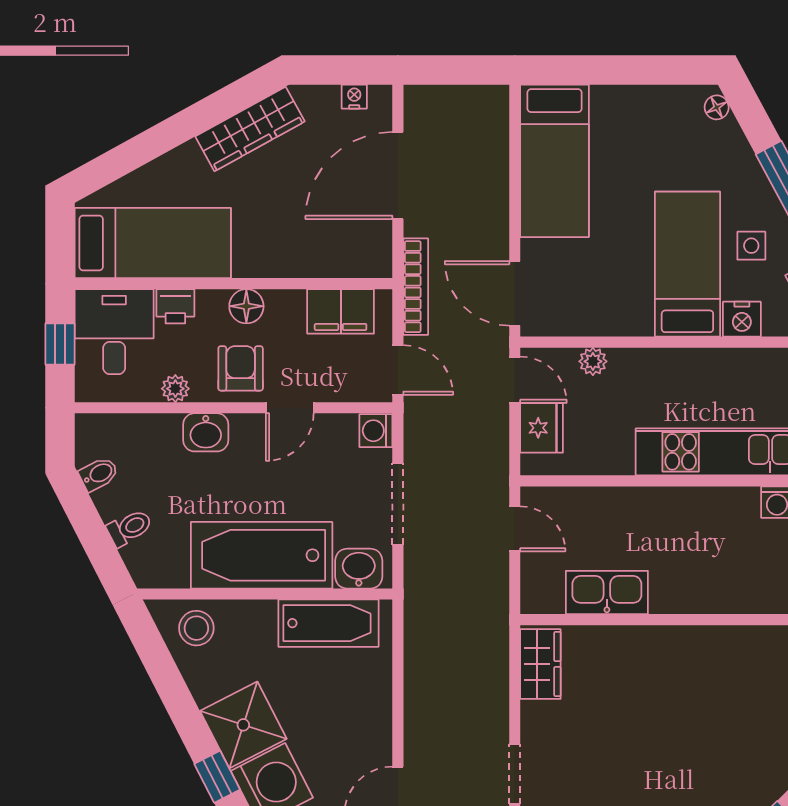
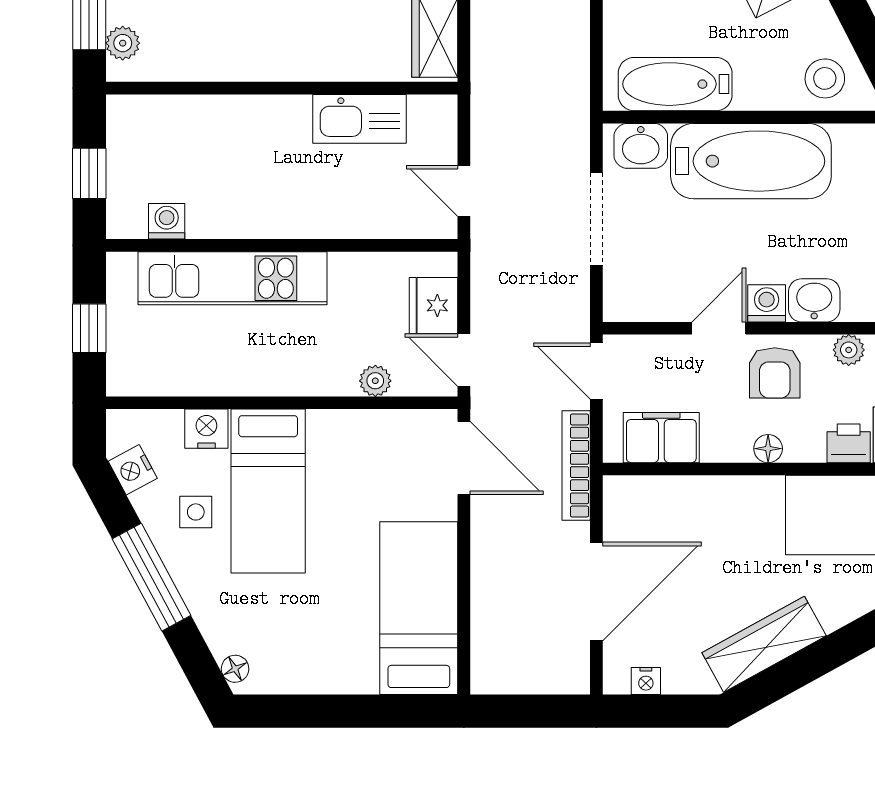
floor lamp: (246, 306) -> (768, 449), width x0.73, depth x0.73
washing machine: (376, 431) -> (767, 303), moved, turned -90

